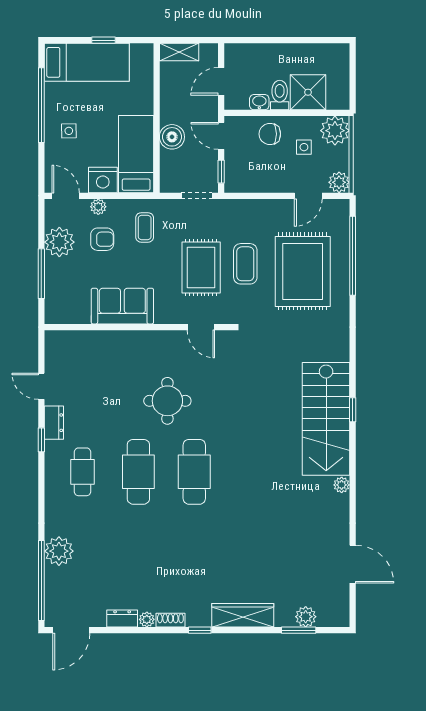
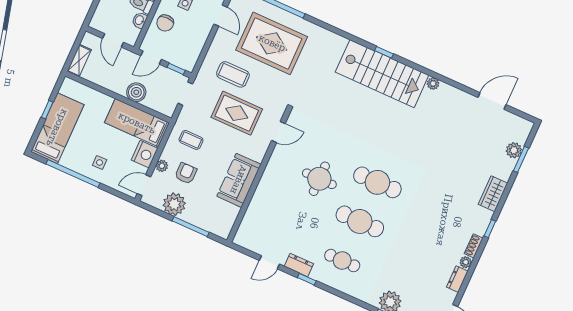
coffee table: (245, 264) -> (233, 74), moved
wardrobe: (243, 615) -> (493, 194), width x0.67

